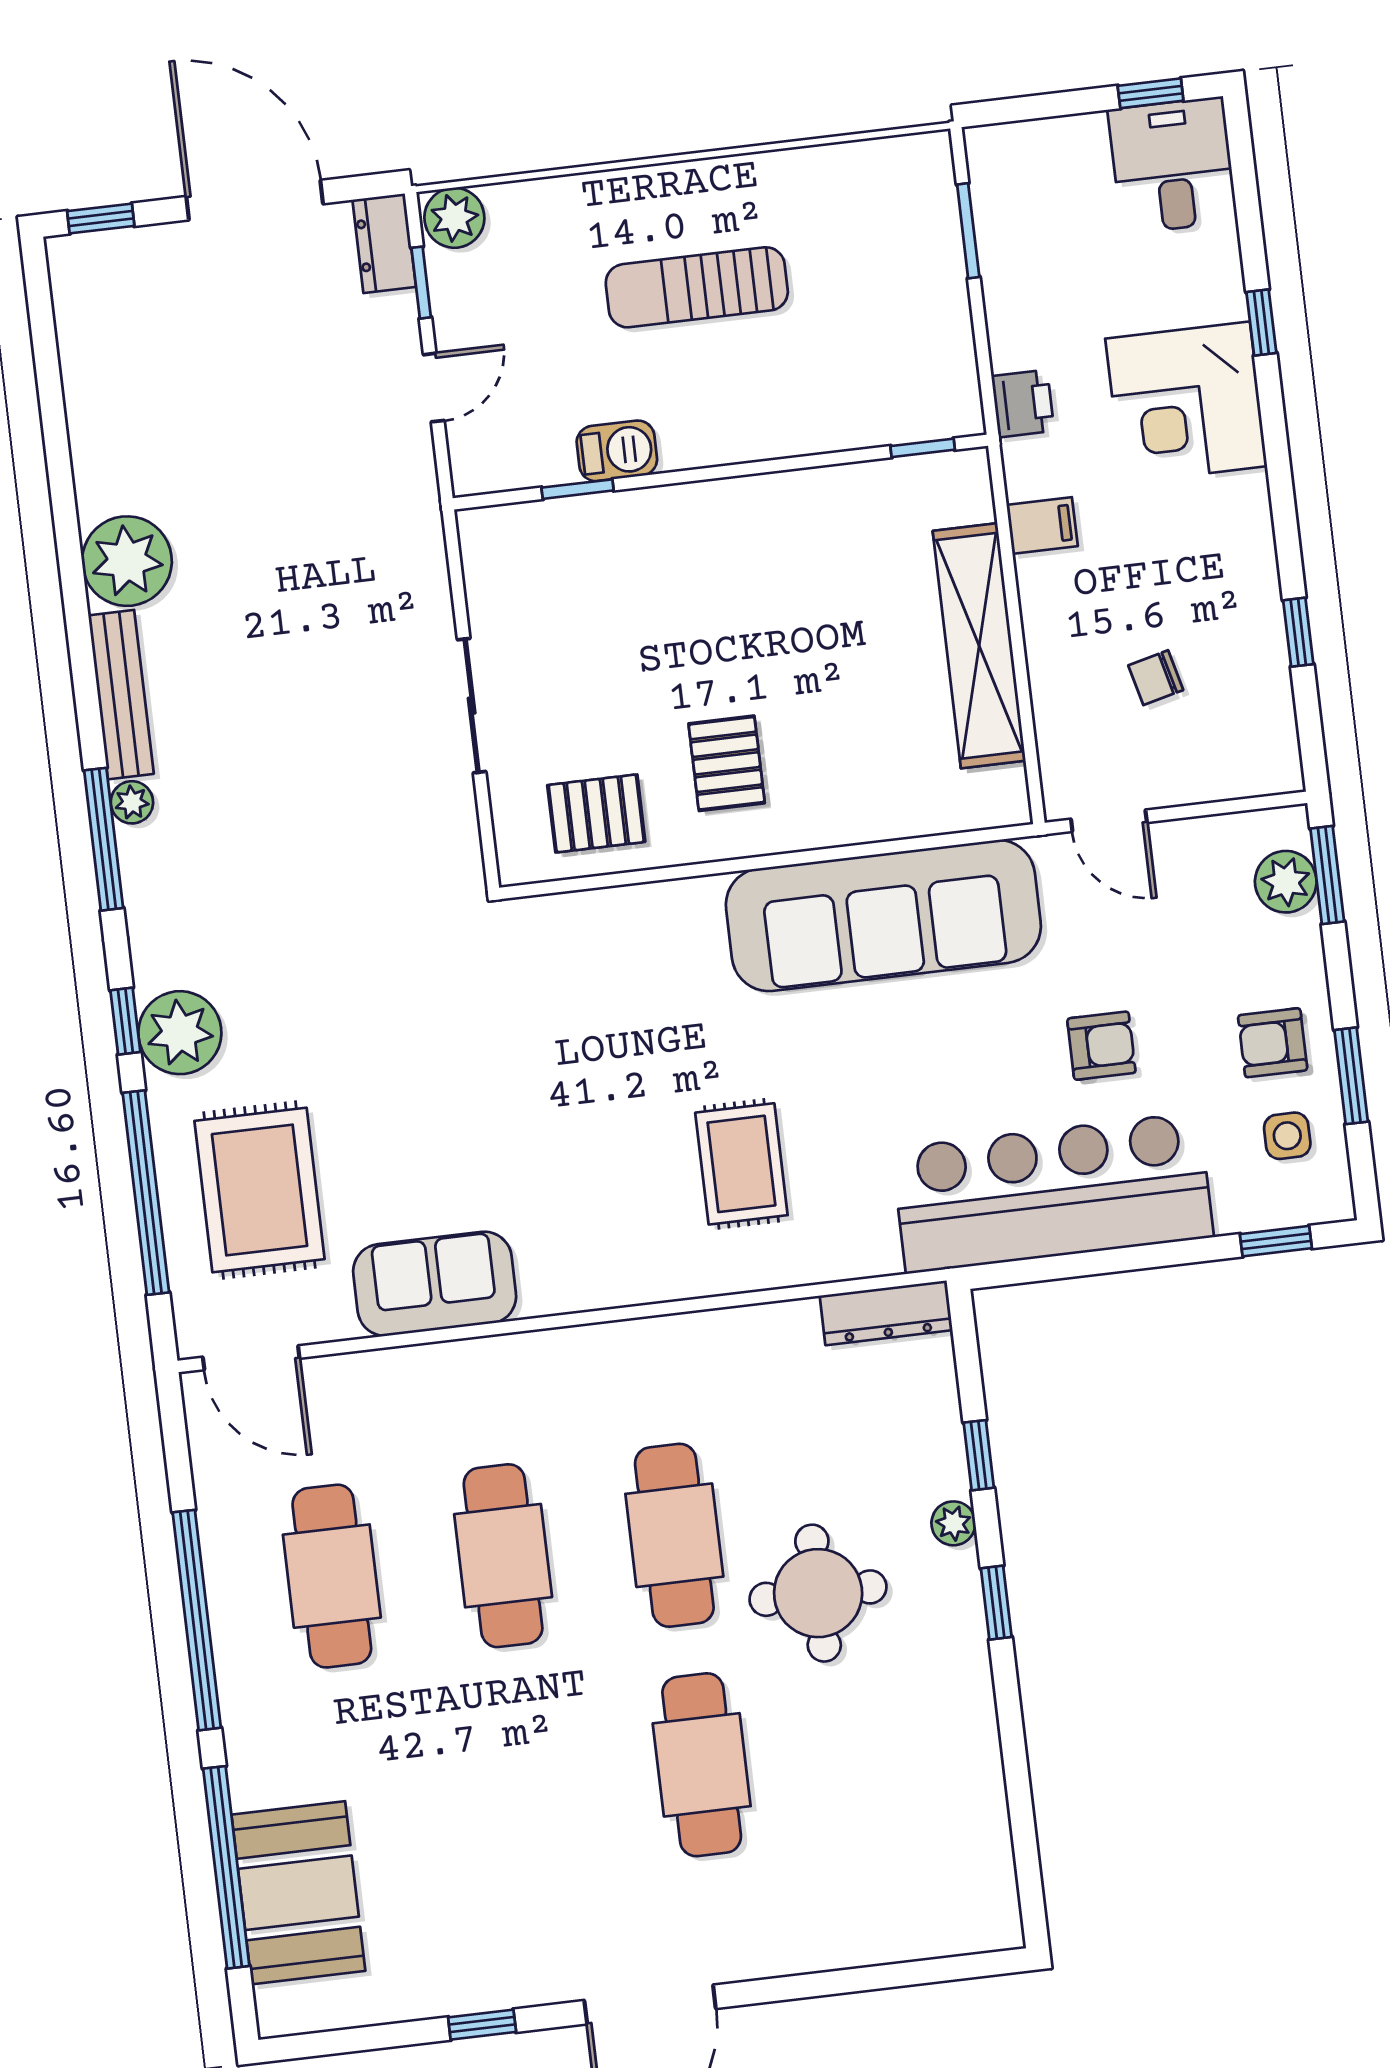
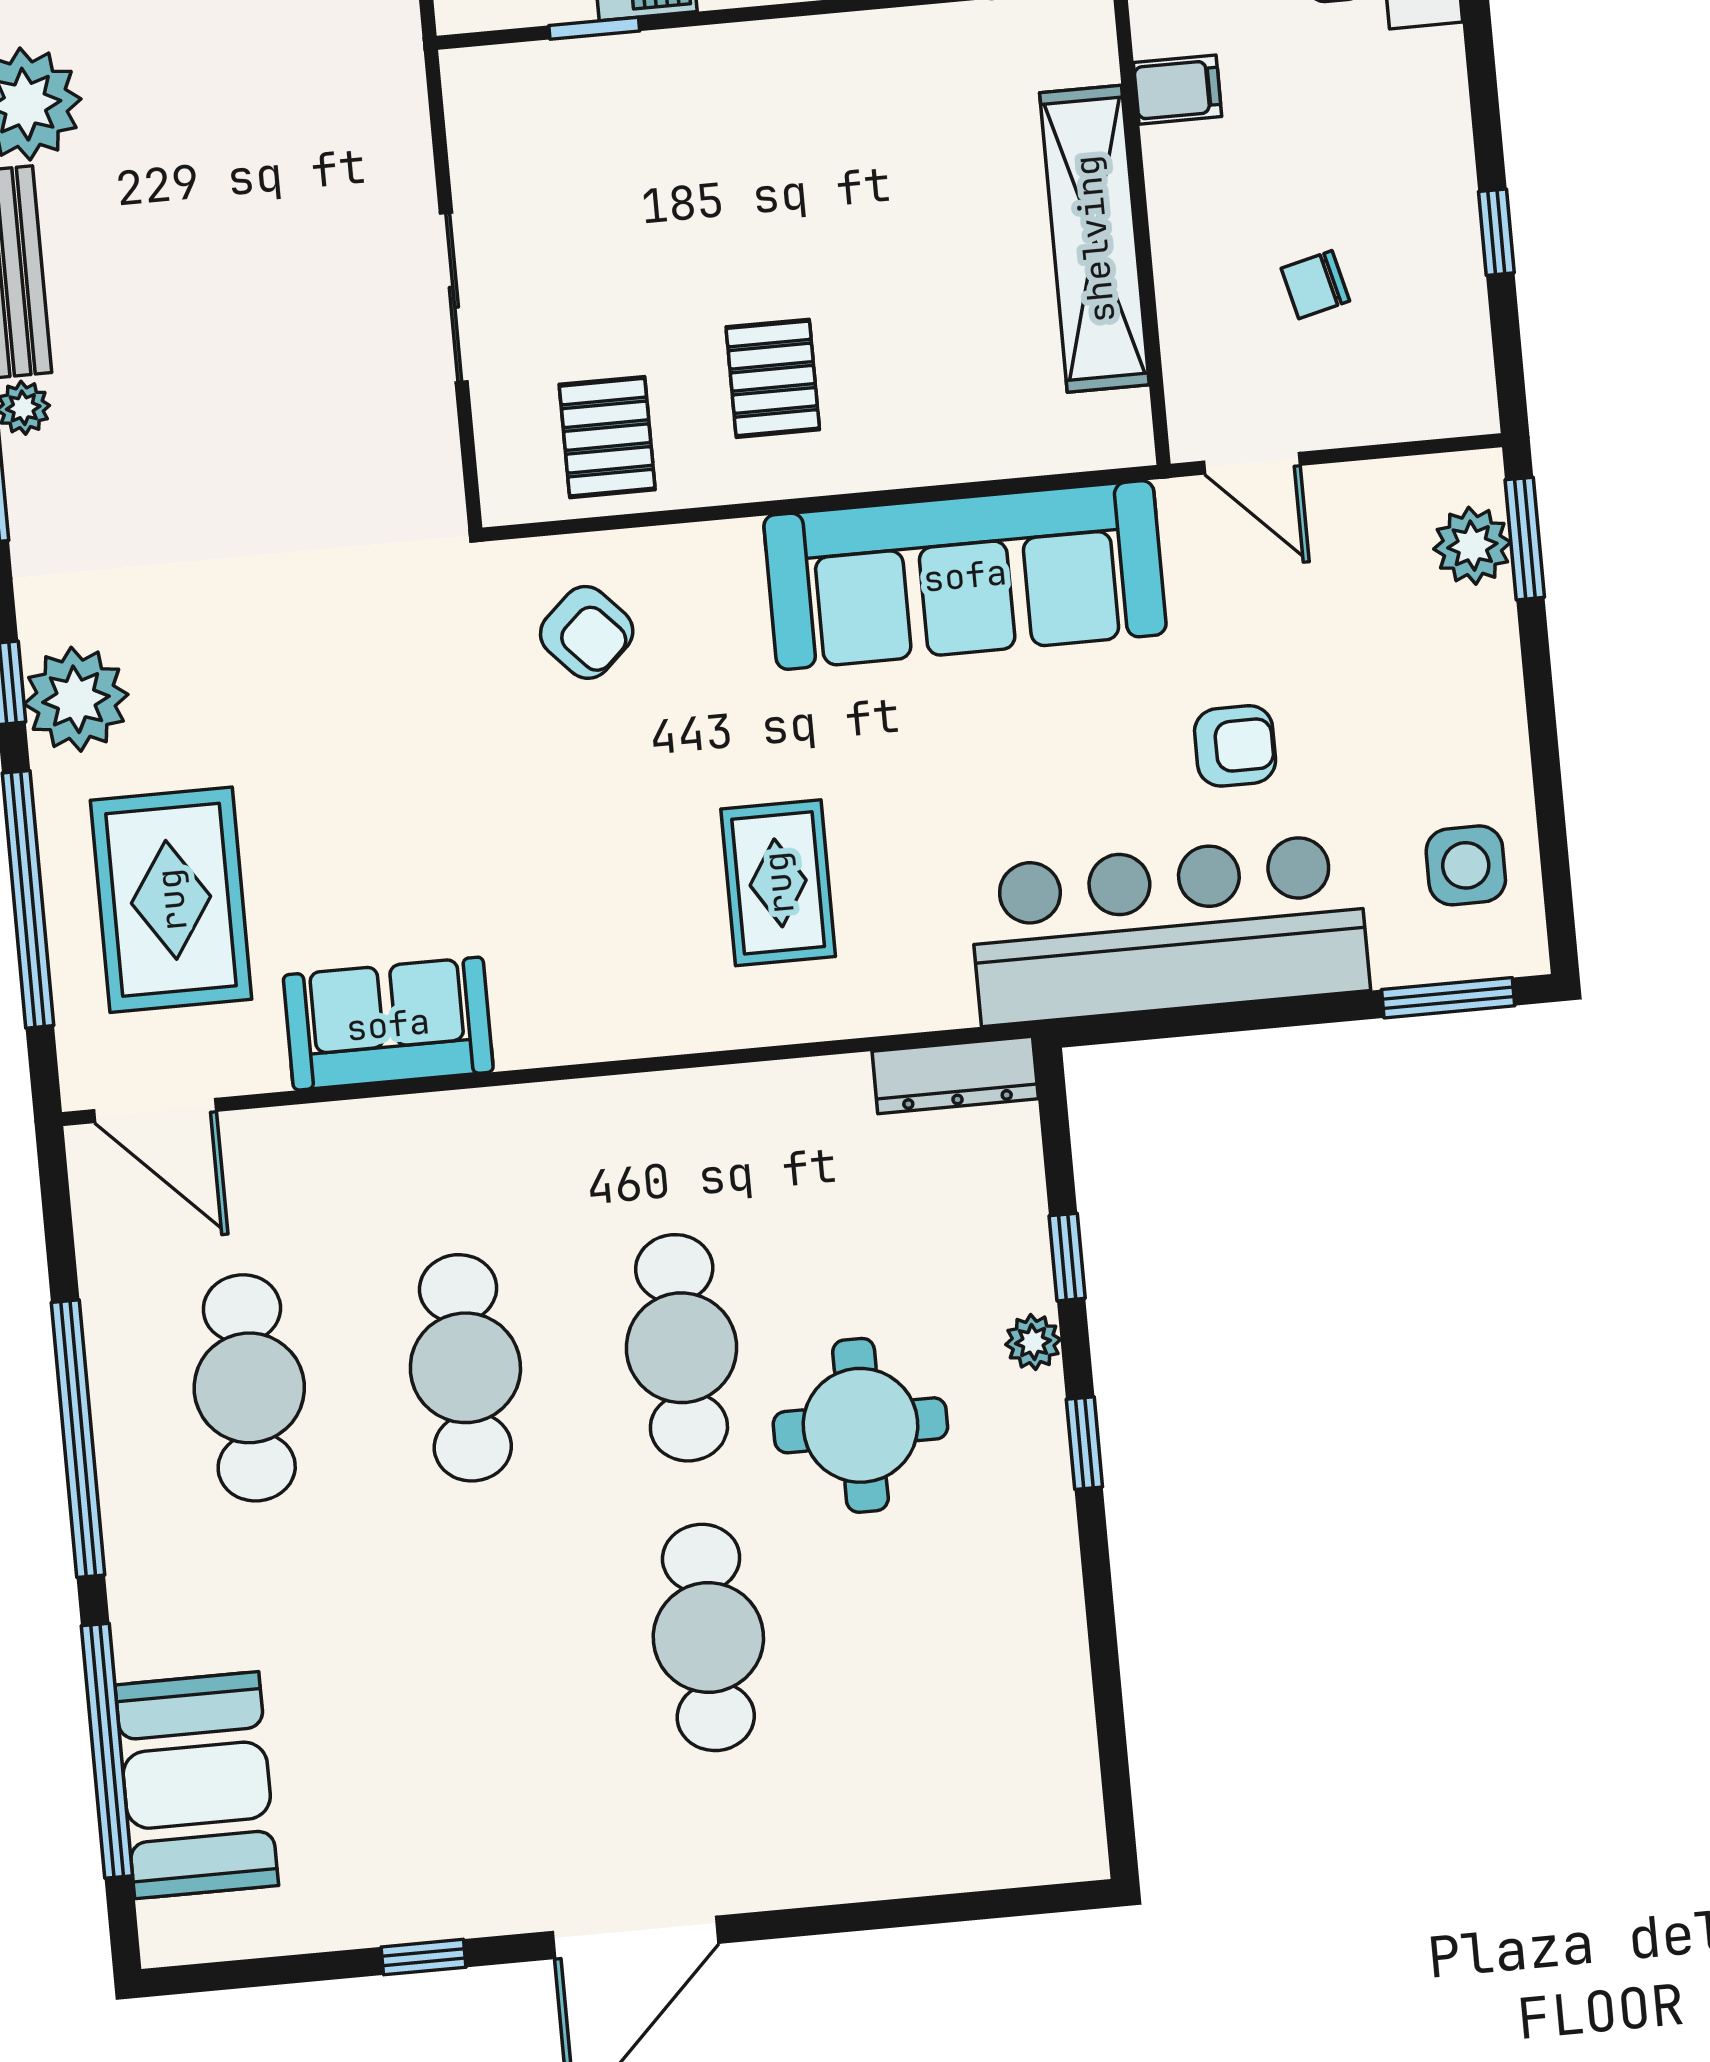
pallet: (596, 813) -> (607, 437), turned 90
armchair: (1273, 1043) -> (587, 632), moved, turned -133
window: (1351, 1076) -> (1548, 792), removed
side table: (1287, 1136) -> (1466, 865), width x1.37, depth x1.37
window: (1276, 1241) -> (1448, 998), width x1.50

